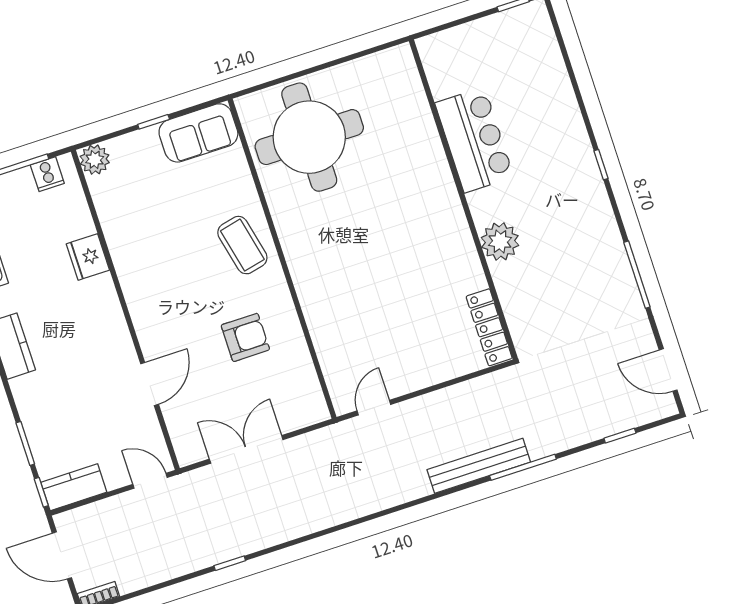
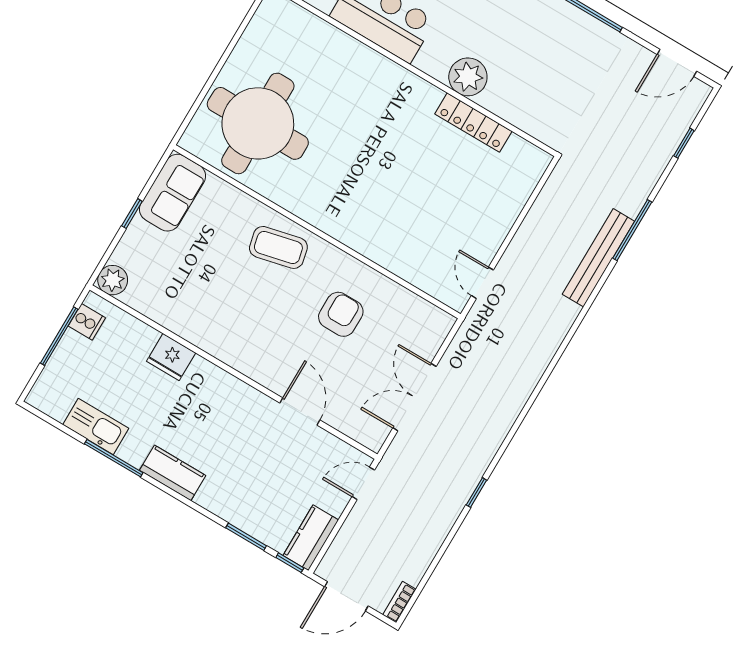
locker: (489, 327) -> (473, 123), moved

